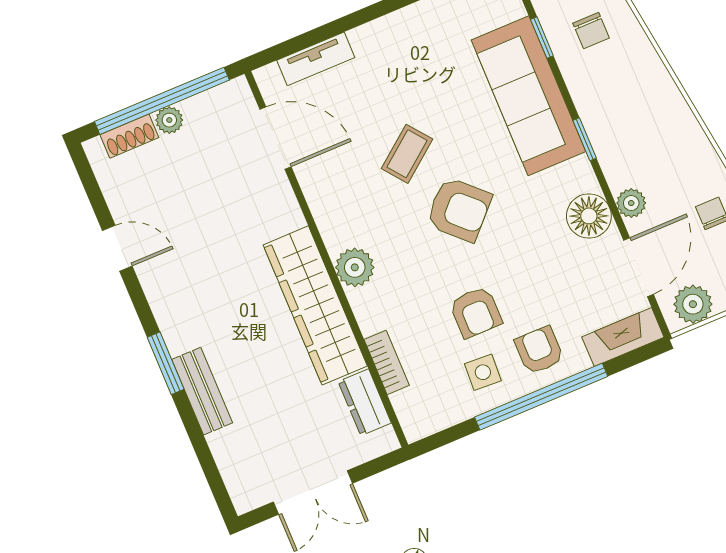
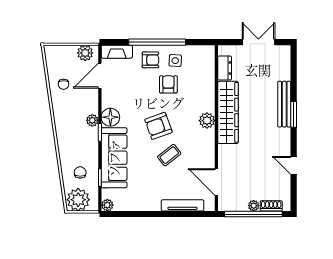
tv unit: (316, 59) -> (182, 205), width x1.41
plant: (631, 203) -> (92, 120), moved
armchair: (459, 209) -> (158, 126), turned -64
floor lamp: (589, 216) -> (110, 117), moved
armchair: (539, 350) -> (150, 60), turned -90
bookcase: (387, 362) -> (210, 80), removed
bench: (202, 391) -> (284, 104), width x1.36

